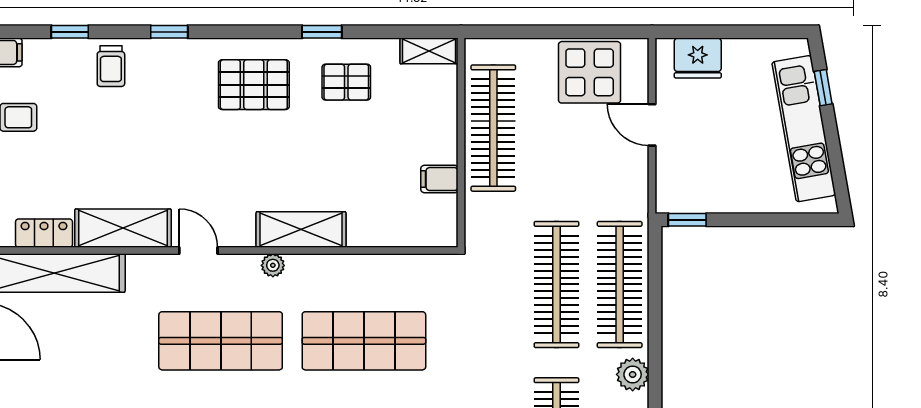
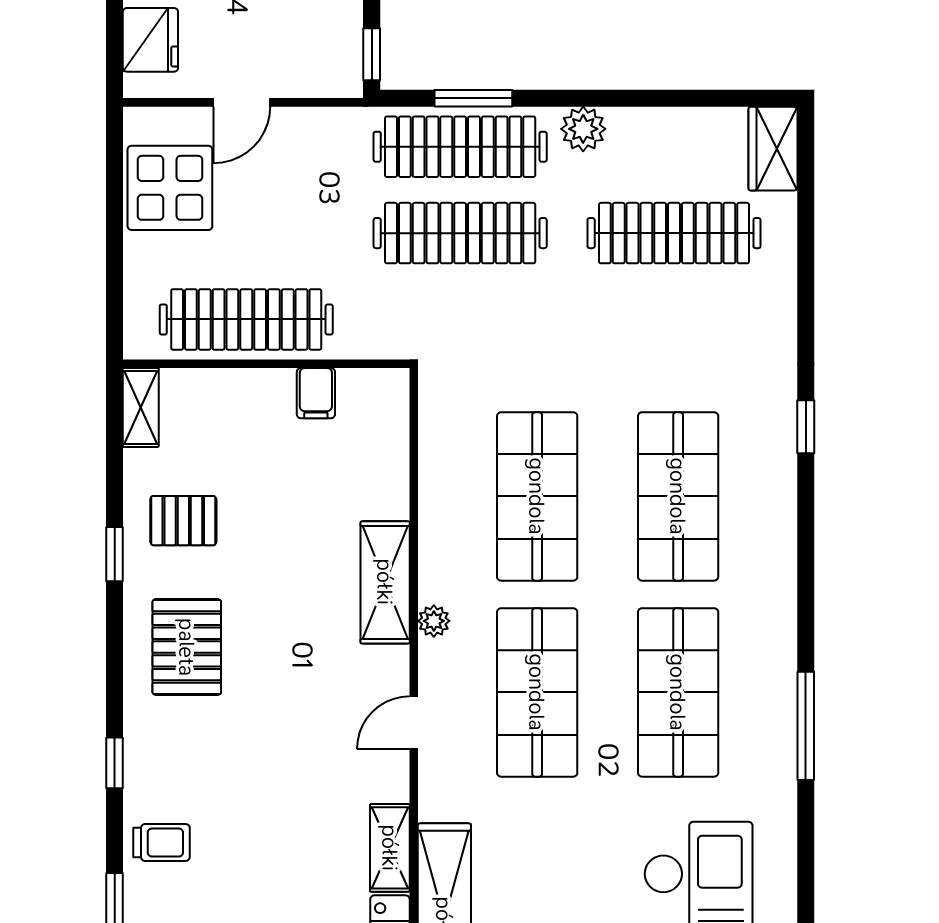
pallet: (346, 82) -> (183, 521), turned 90
shelving: (123, 228) -> (390, 848), width x0.67, depth x0.75
window: (655, 294) -> (473, 98), added

